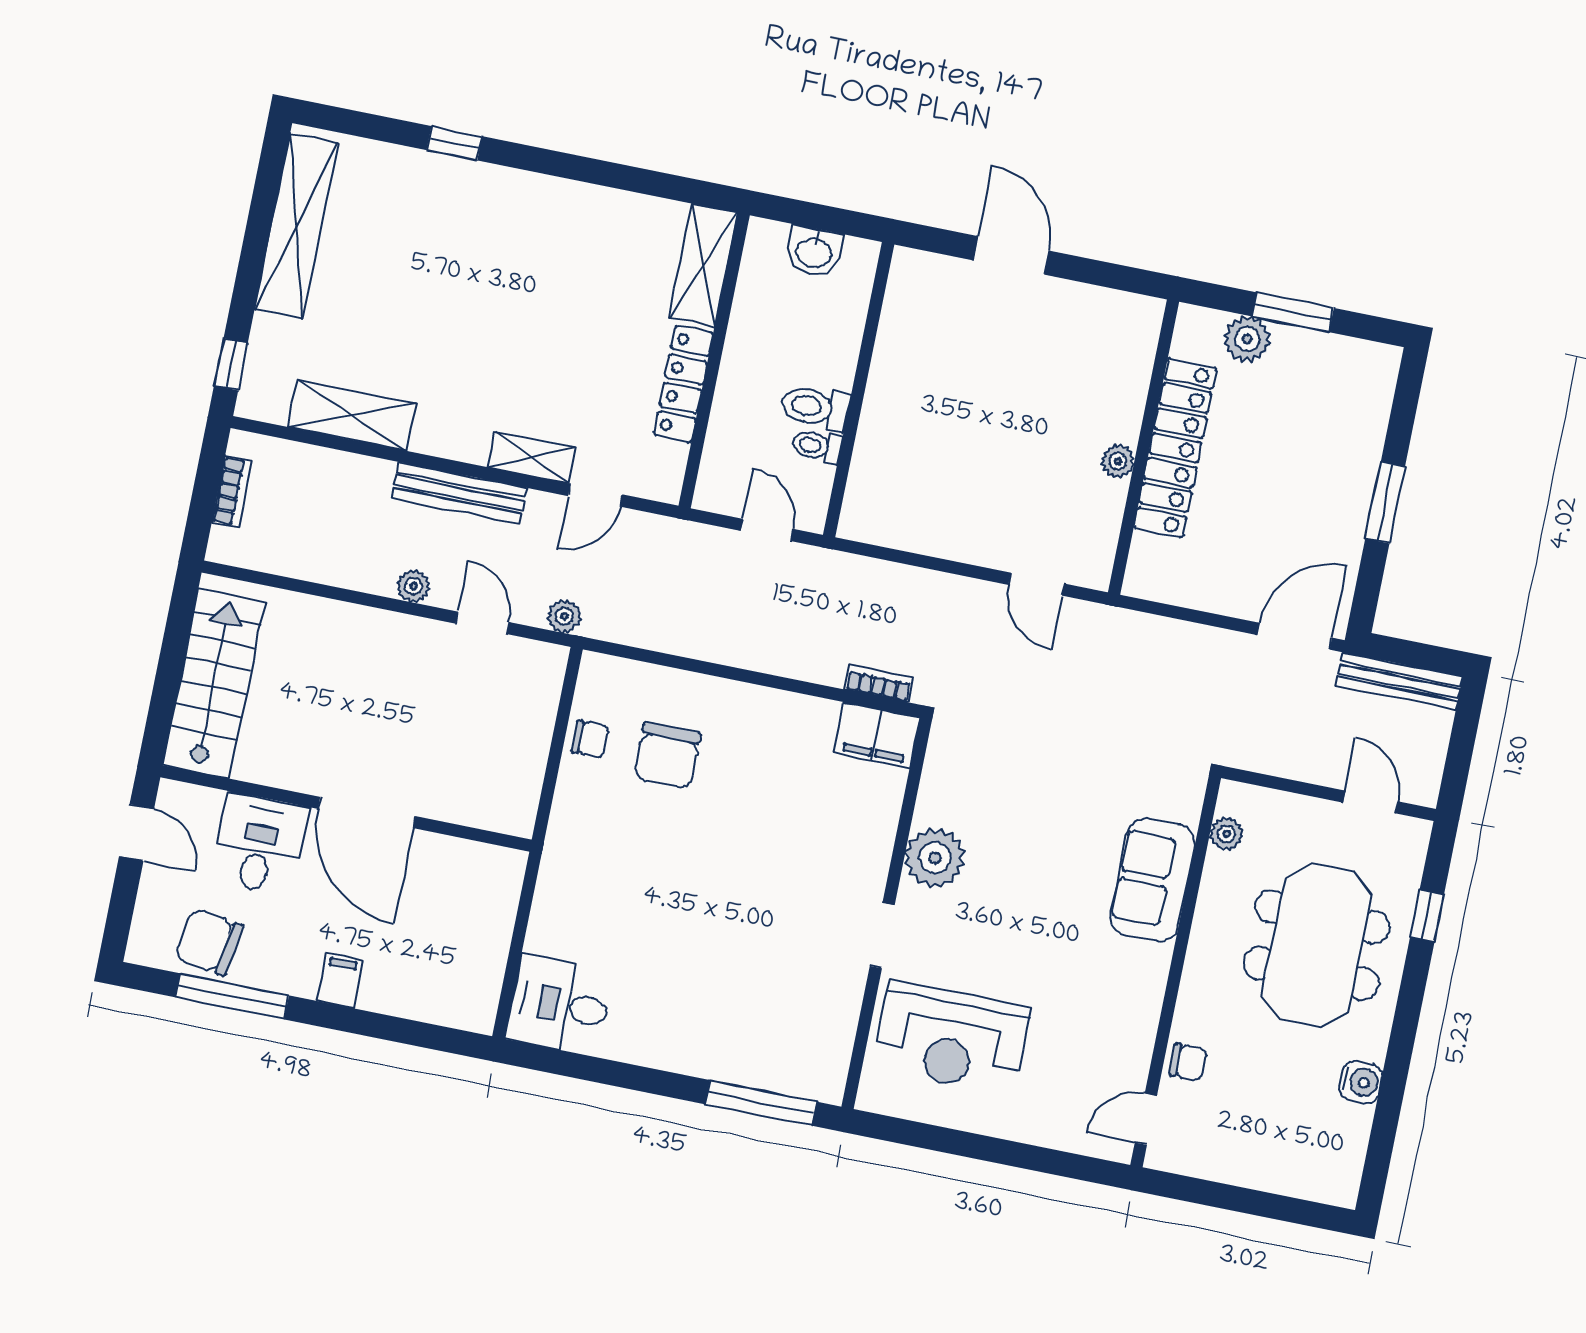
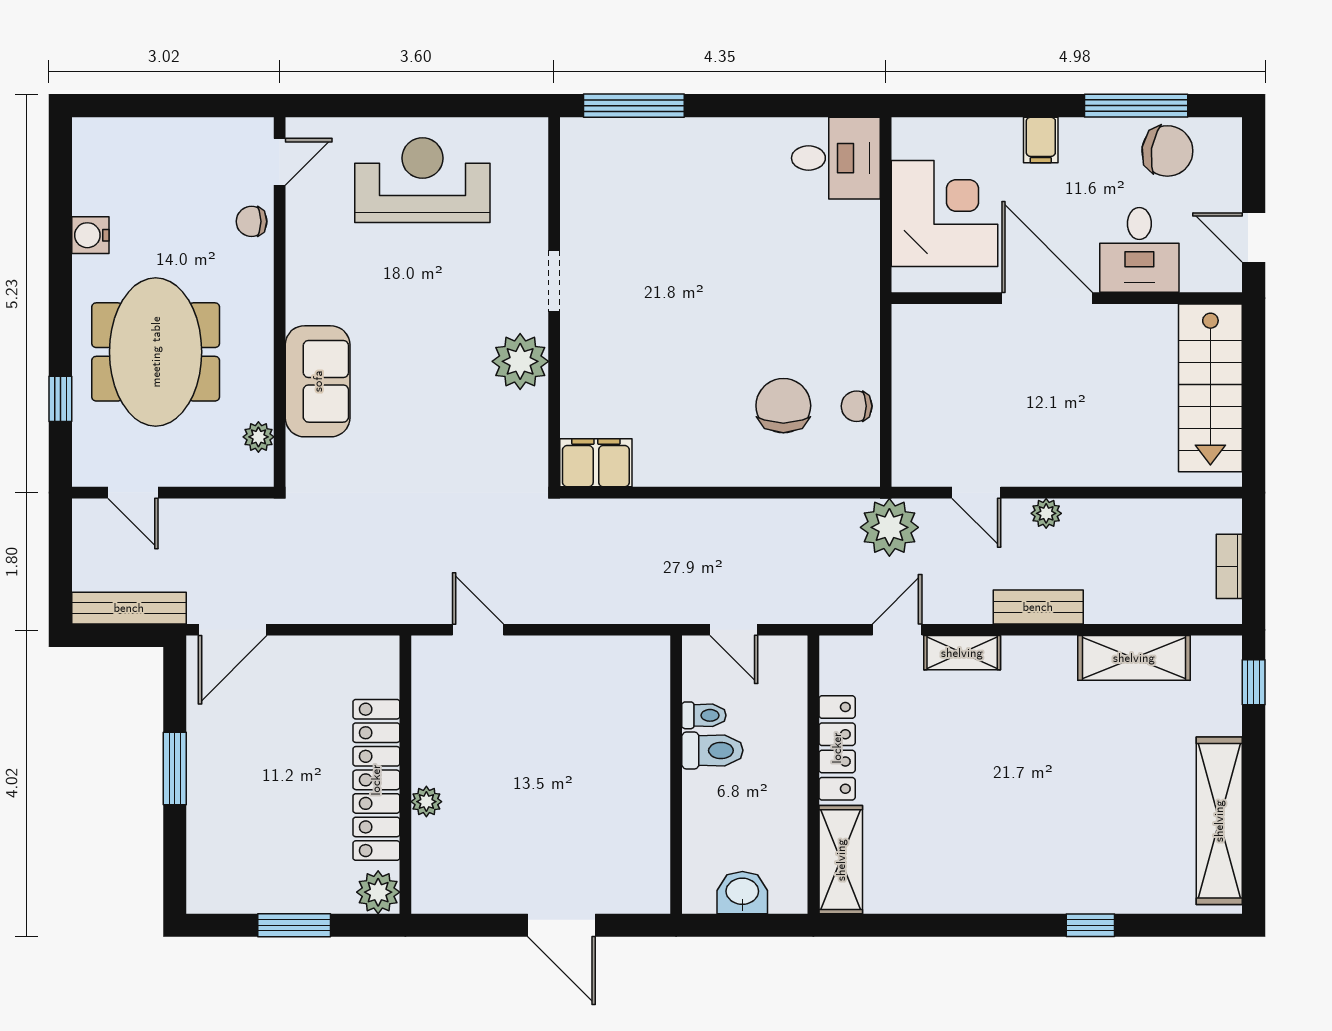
plant: (1247, 339) -> (378, 892), moved
plant: (1118, 461) -> (426, 802), moved
bench: (459, 493) -> (1038, 607), width x0.73
plant: (564, 616) -> (889, 527), width x1.88, depth x1.88
bookcase: (879, 683) -> (604, 510), removed
corner desk: (457, 923) -> (944, 213), added
reception desk: (952, 1038) -> (422, 180), moved

